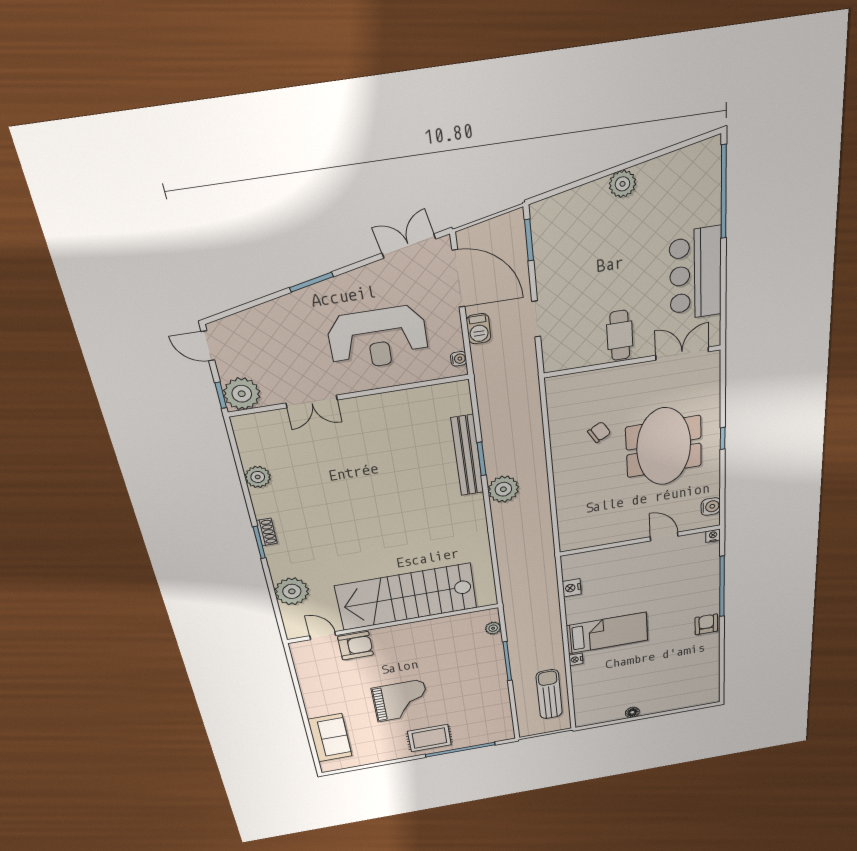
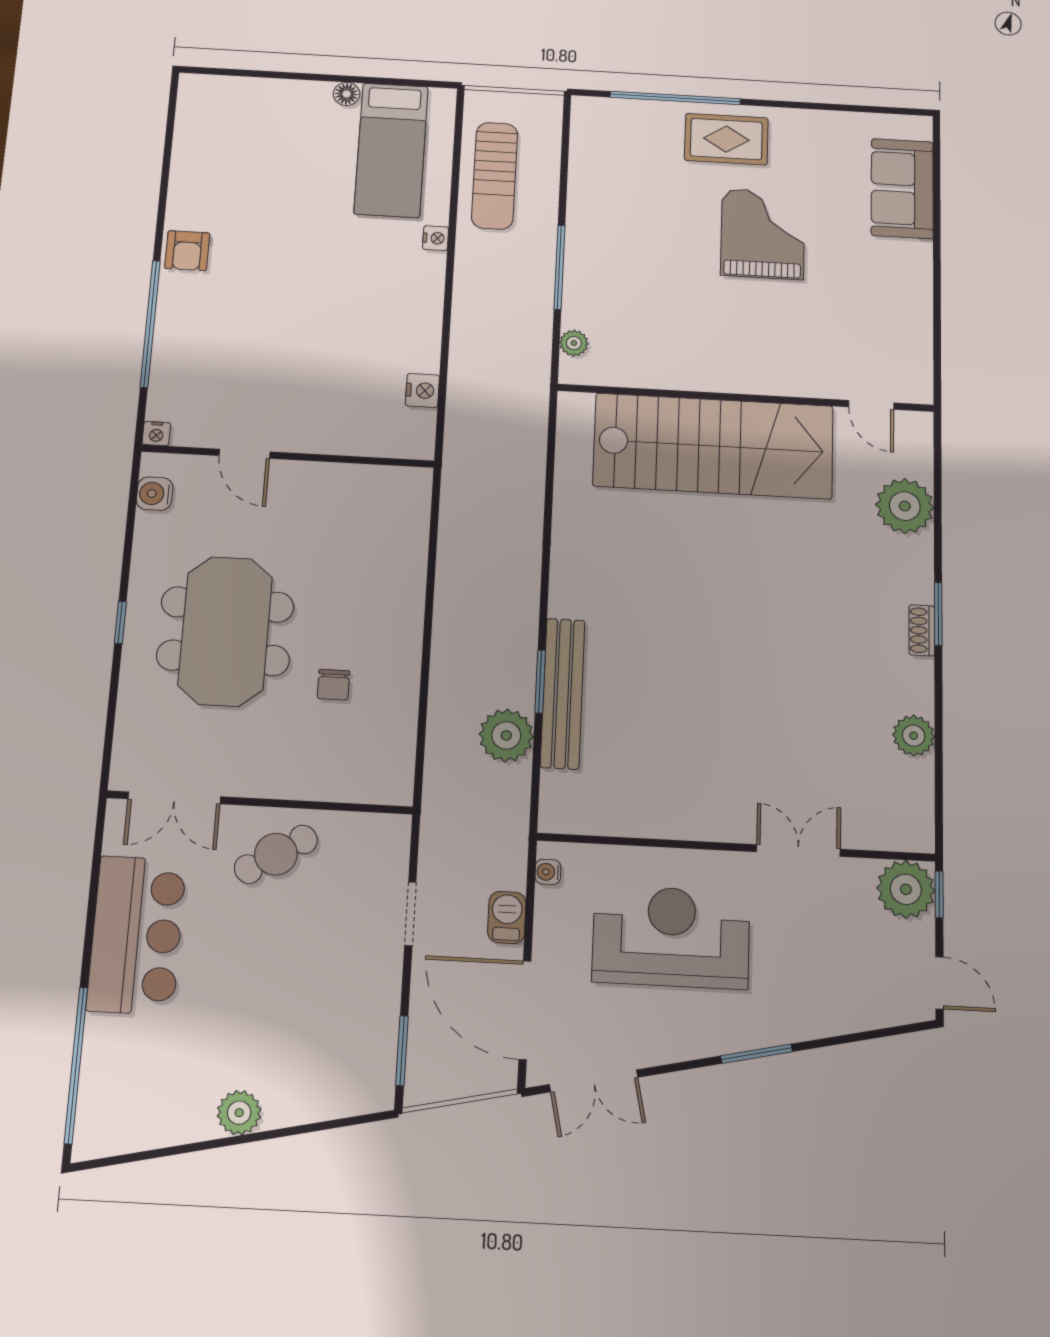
cafe table: (620, 335) -> (276, 854), turned 58
chair: (599, 432) -> (333, 685), turned -60
plant: (503, 489) -> (506, 735), moved
bed: (607, 633) -> (391, 150), moved, turned -90
armchair: (356, 646) -> (819, 370), removed
grand piano: (401, 701) -> (763, 234), turned 90

